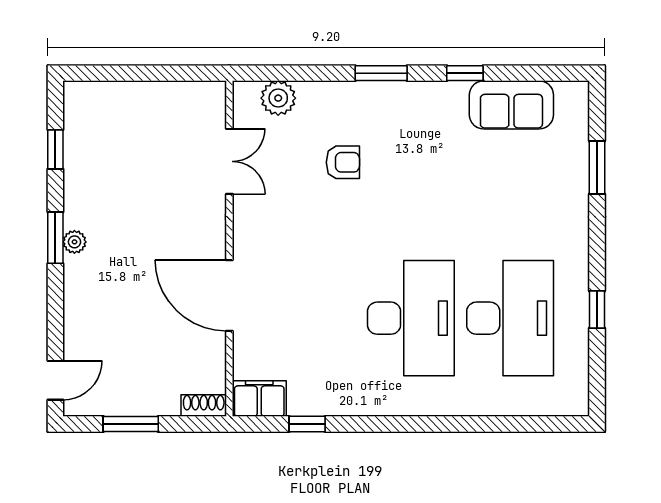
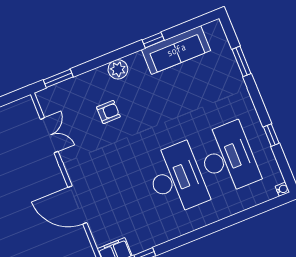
window: (381, 73) -> (58, 78), moved
plant: (278, 98) -> (118, 69), moved
sofa: (511, 105) -> (176, 50), width x1.36
water cooler: (579, 406) -> (282, 189), added

